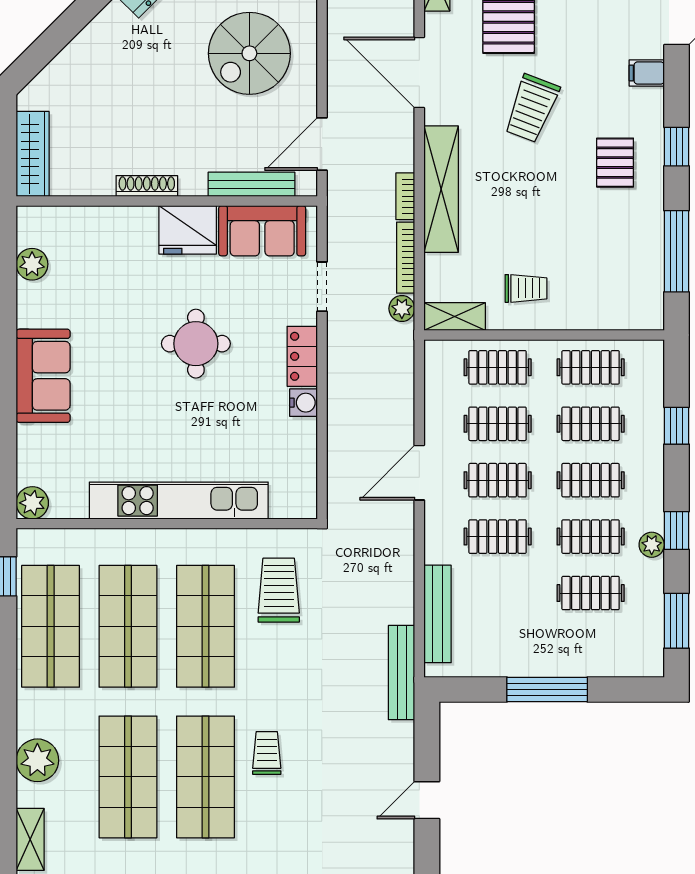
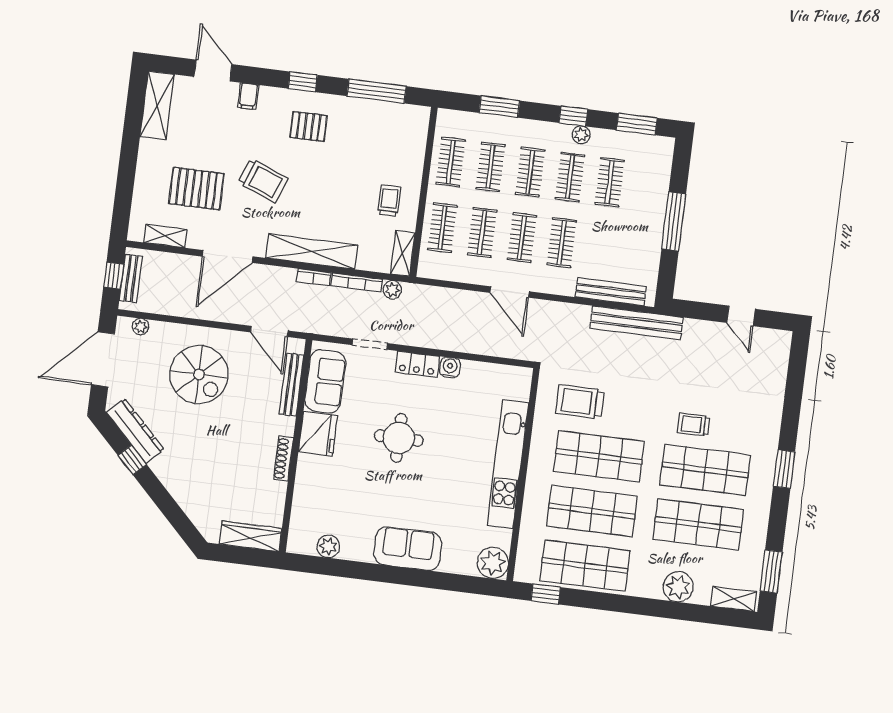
window: (676, 426) -> (499, 107), width x1.50
plant: (32, 503) -> (493, 563), width x1.36, depth x1.36
bench: (402, 673) -> (636, 323), width x1.37, depth x1.21

